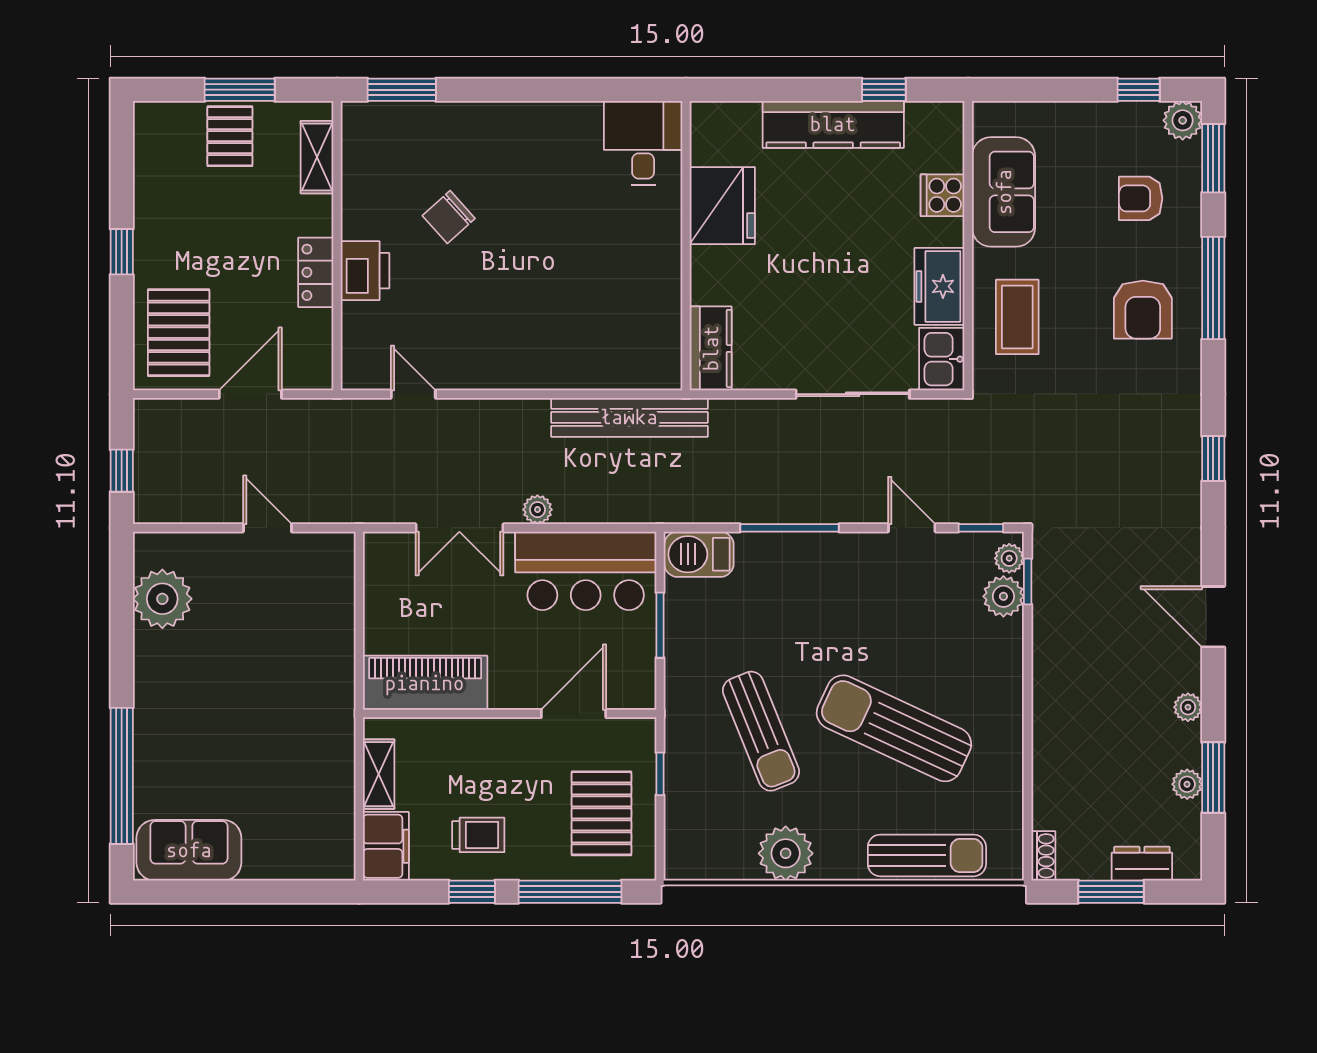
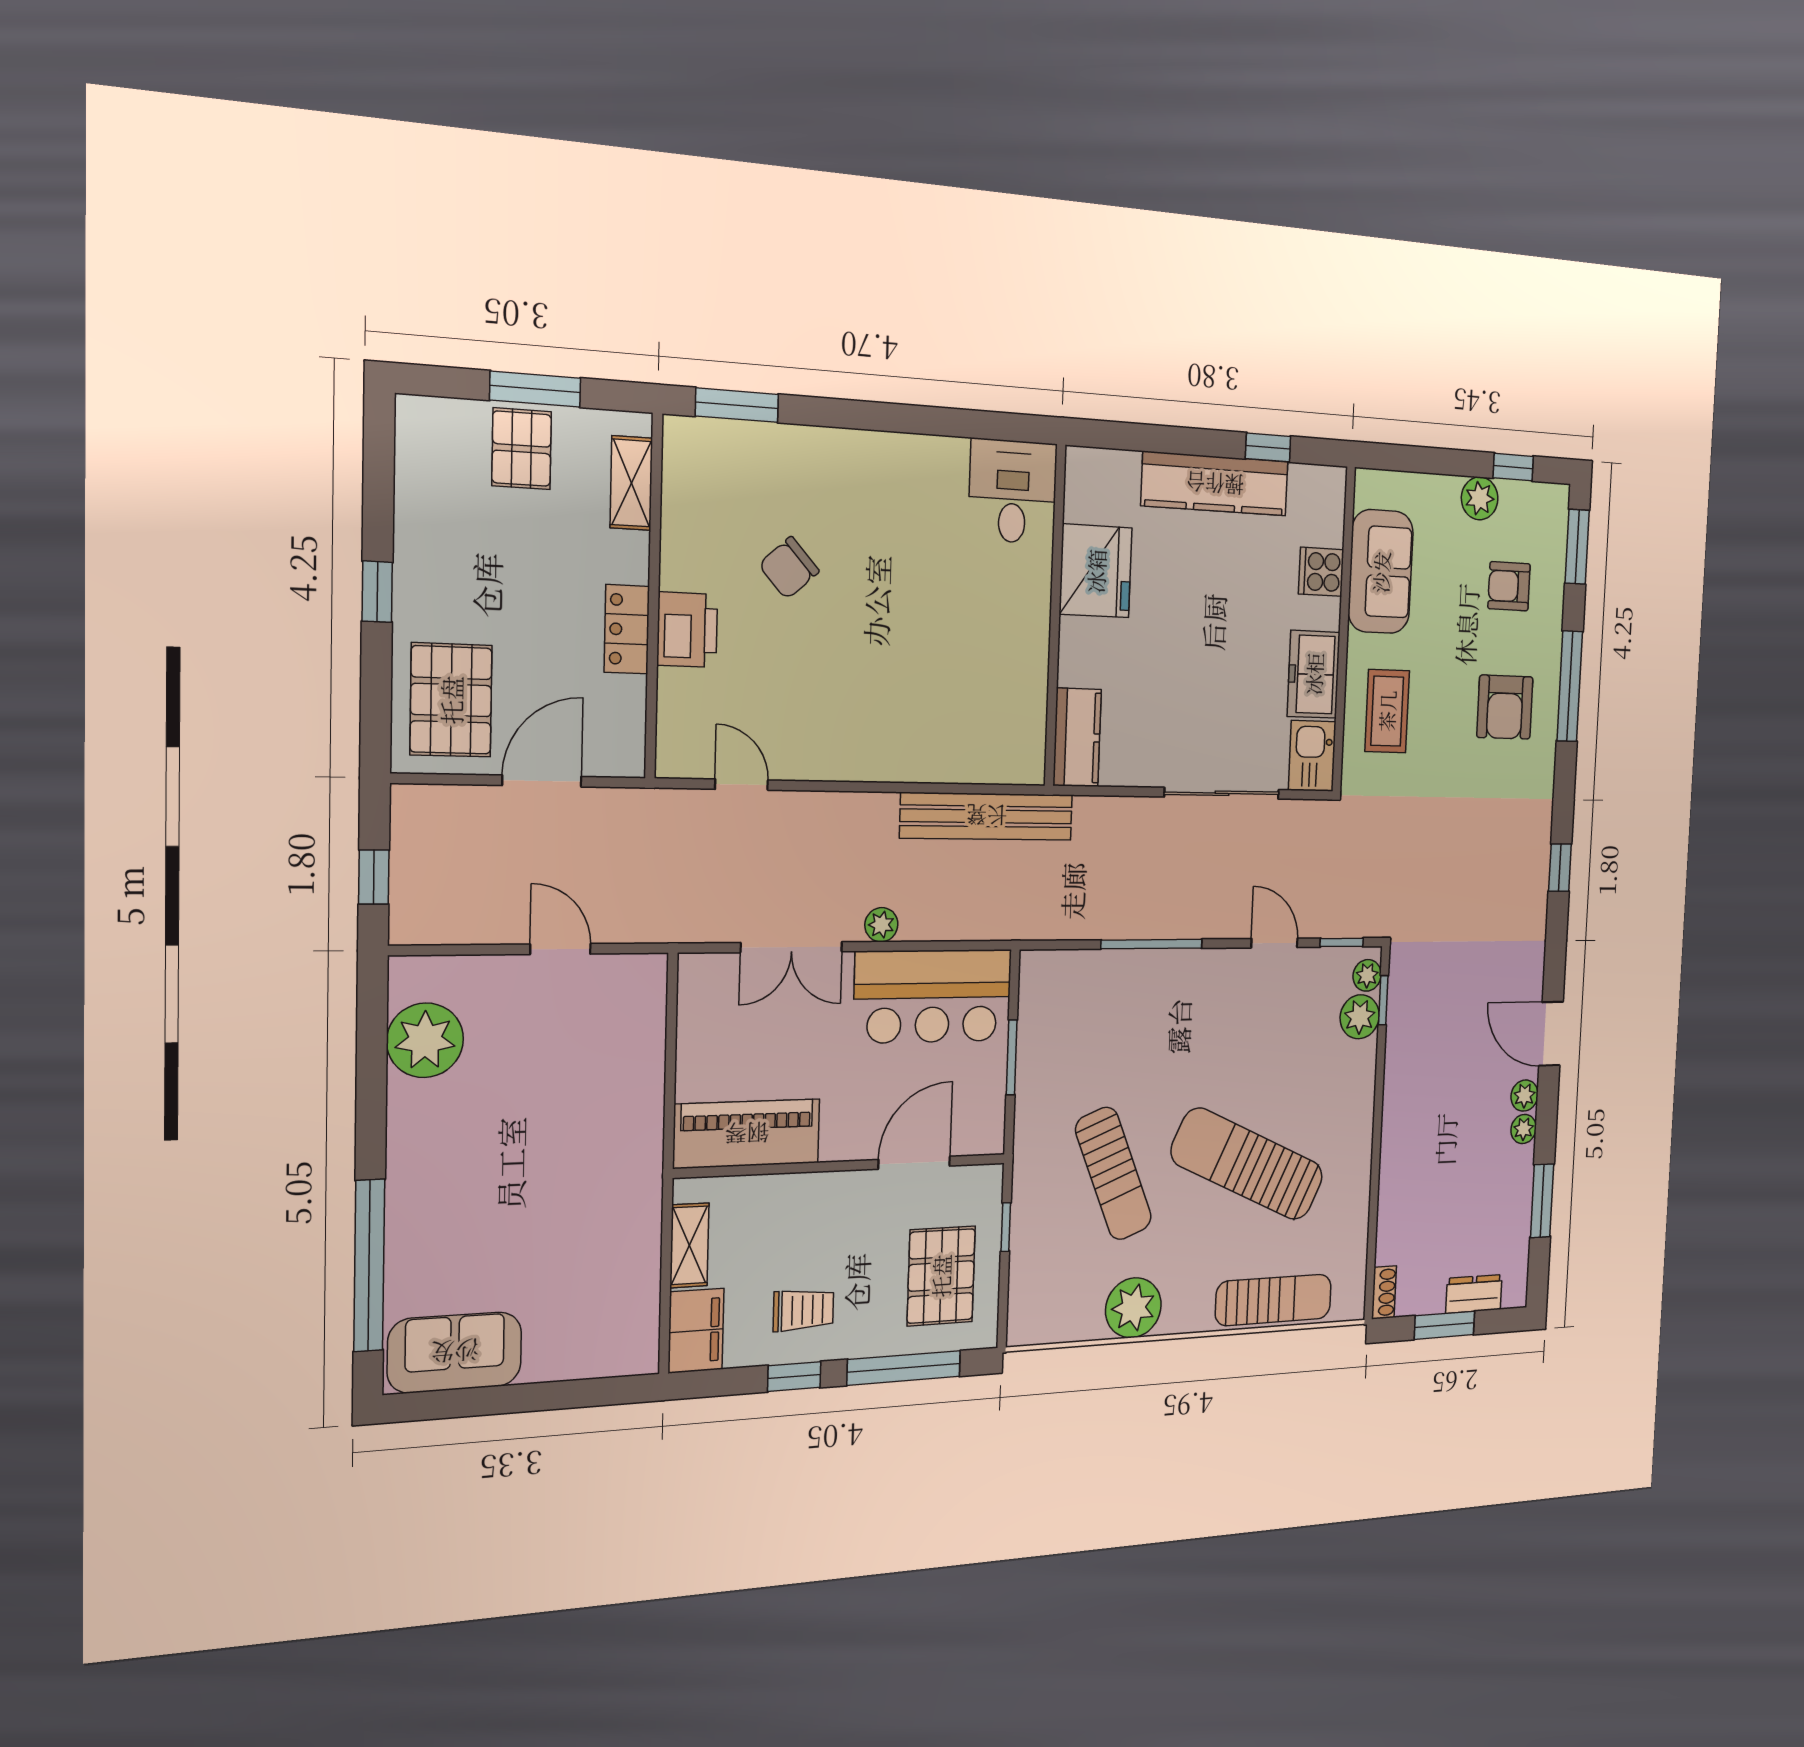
plant: (1183, 120) -> (1480, 498), moved
barbecue: (699, 554) -> (1056, 975), removed
plant: (1187, 784) -> (1525, 1096), moved

